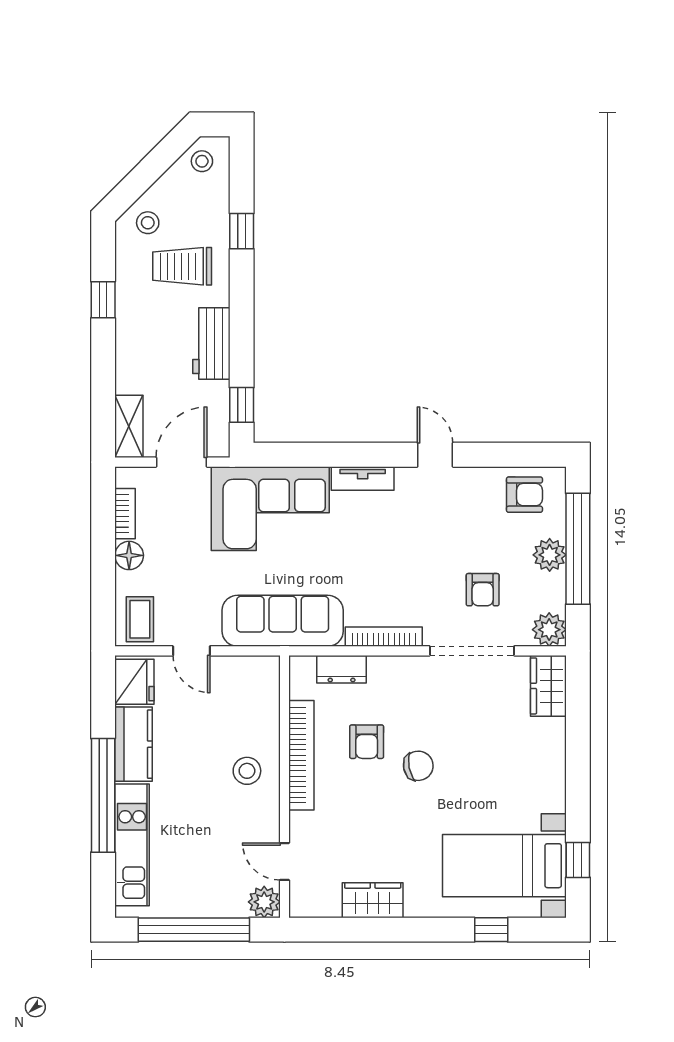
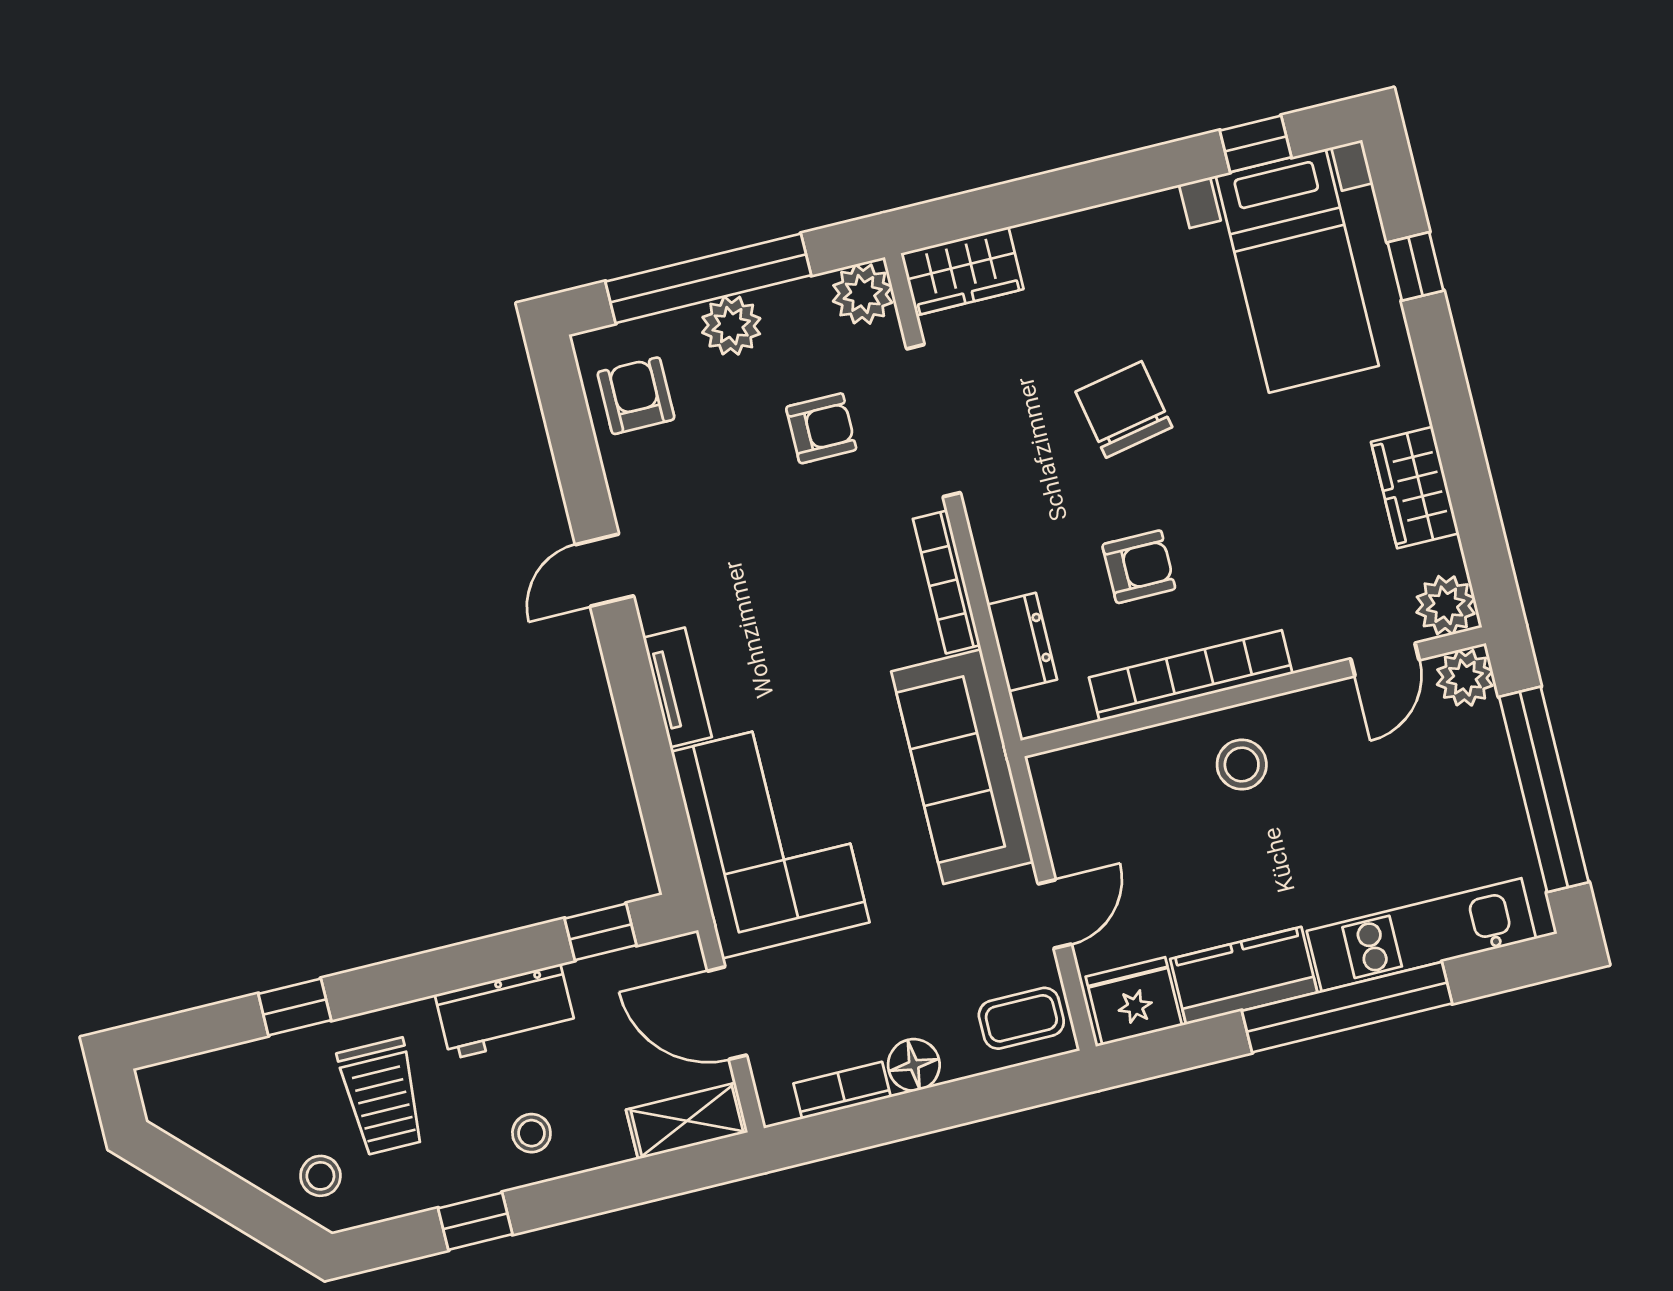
stool: (202, 161) -> (531, 1133), moved
chair: (418, 766) -> (1124, 409), moved, width x1.37, depth x1.37
plant: (305, 901) -> (1446, 605), added

